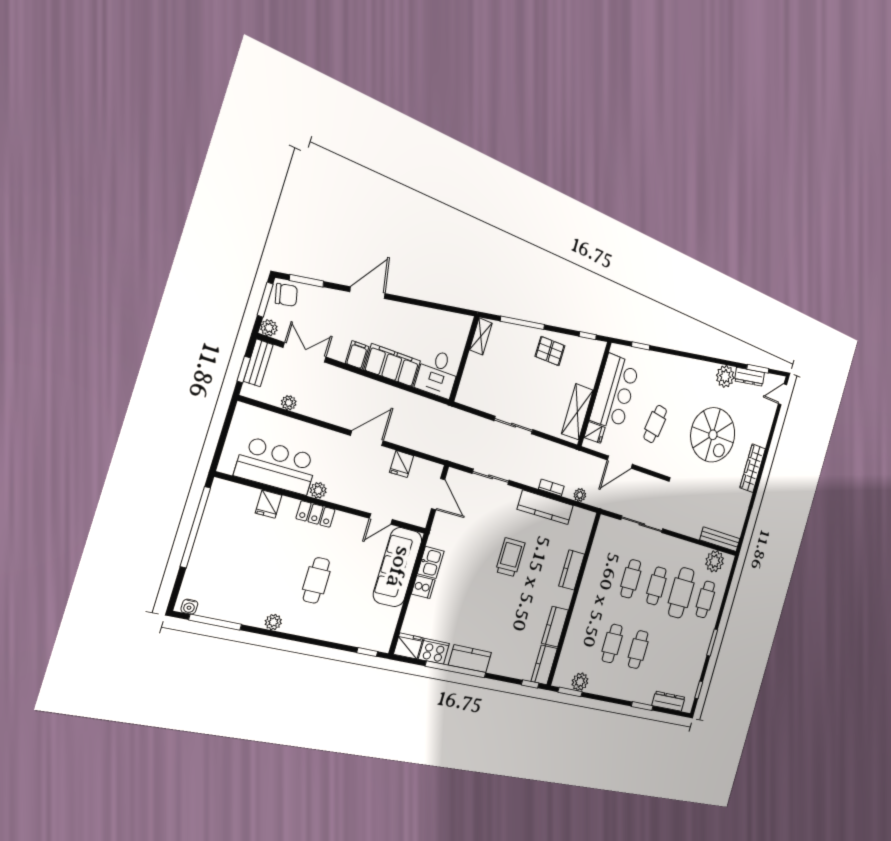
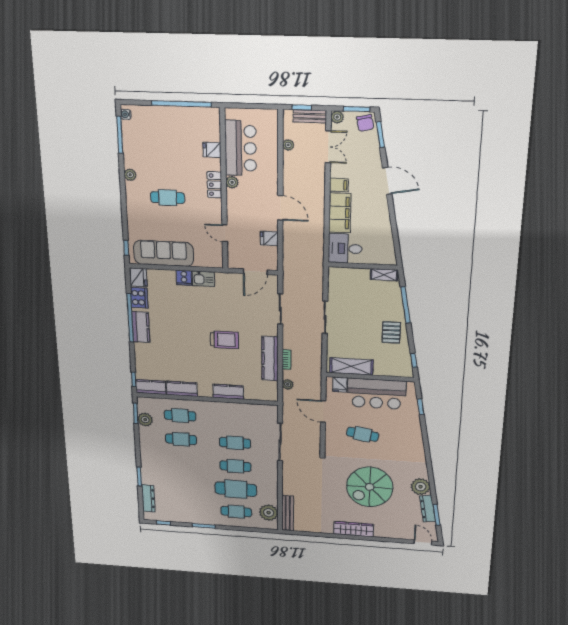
sofa: (398, 567) -> (164, 253), moved
cafe table: (638, 650) -> (180, 416), moved

